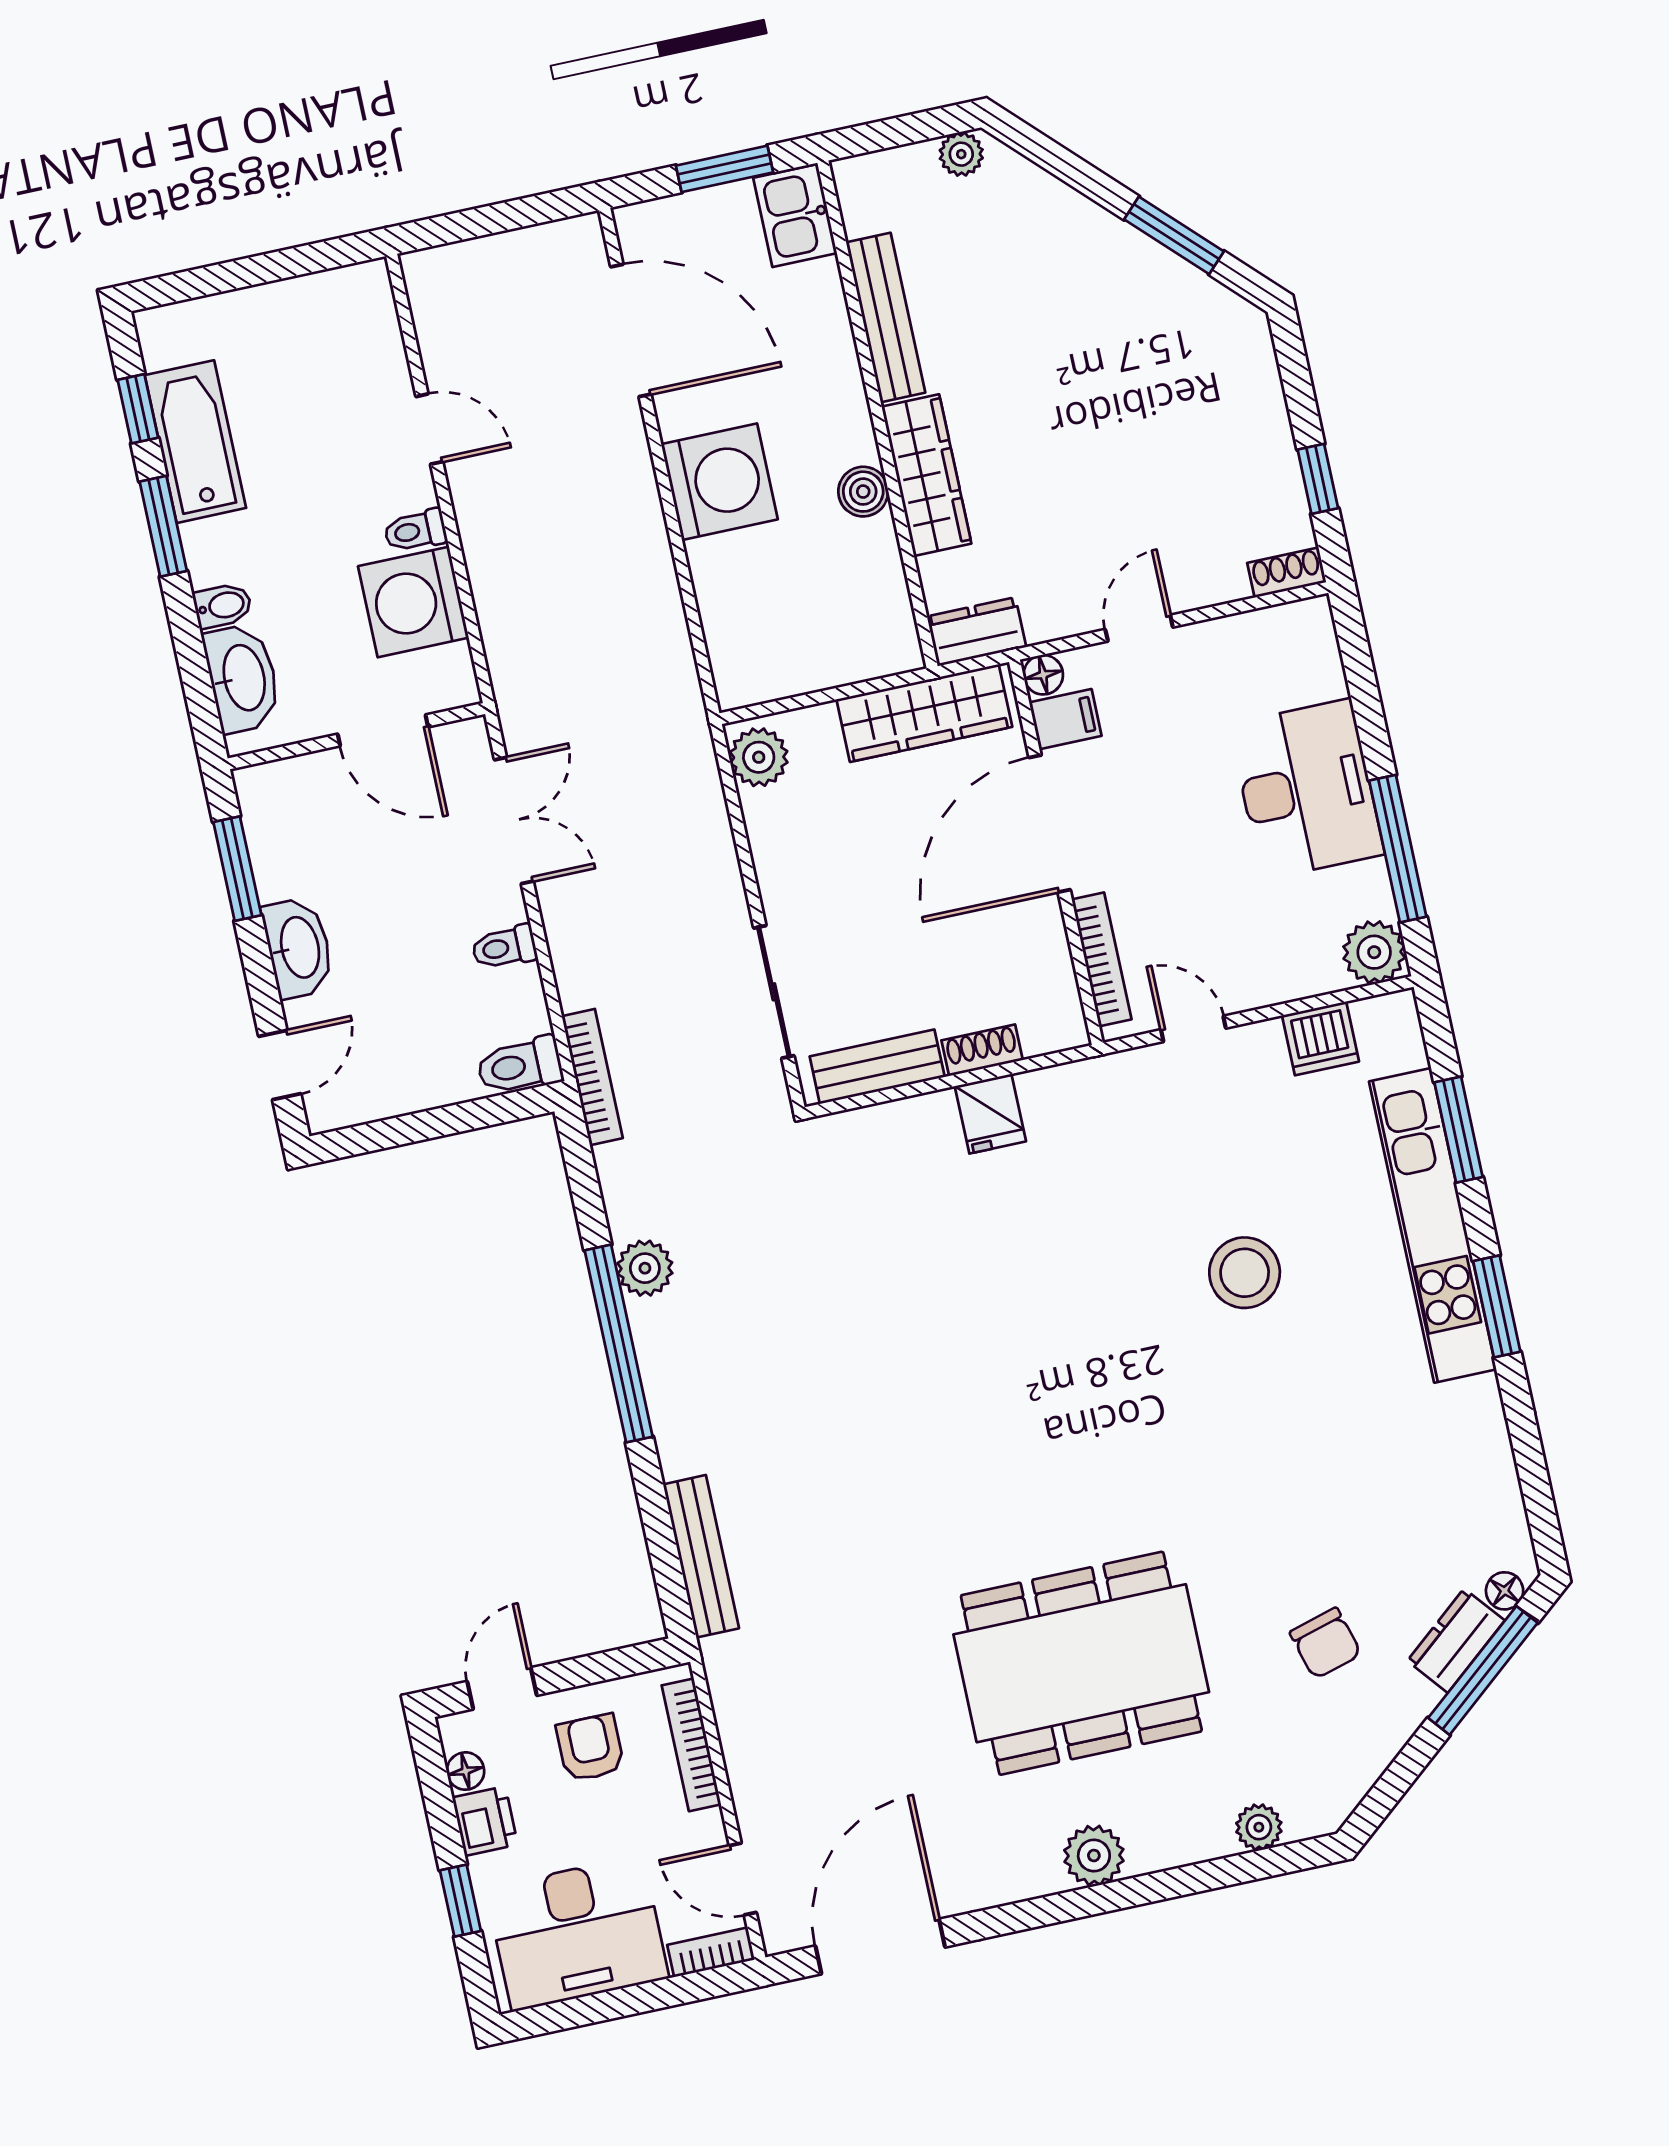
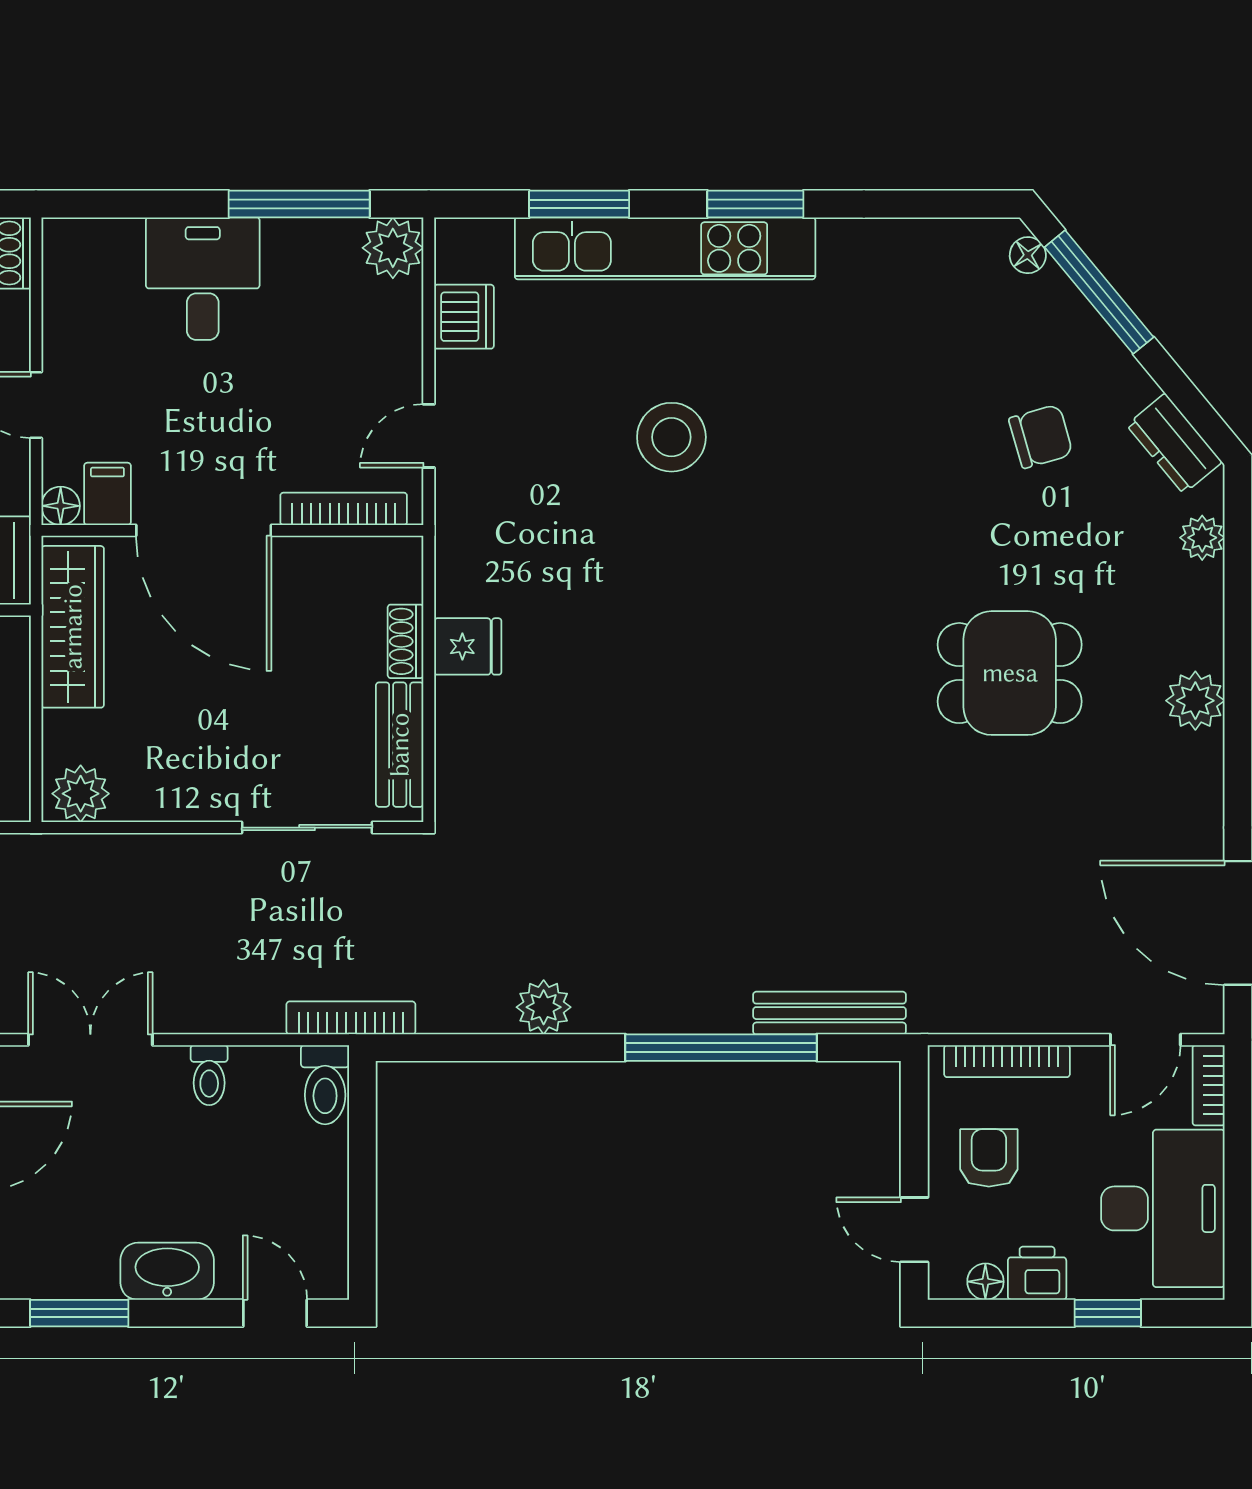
desk: (1307, 789) -> (203, 279), width x0.73
window: (619, 1343) -> (721, 1048), moved
dresser: (1456, 1641) -> (1174, 444), moved
dining table: (1081, 1663) -> (1010, 673), width x0.53, depth x0.80
armchair: (590, 1748) -> (989, 1158), turned 90

